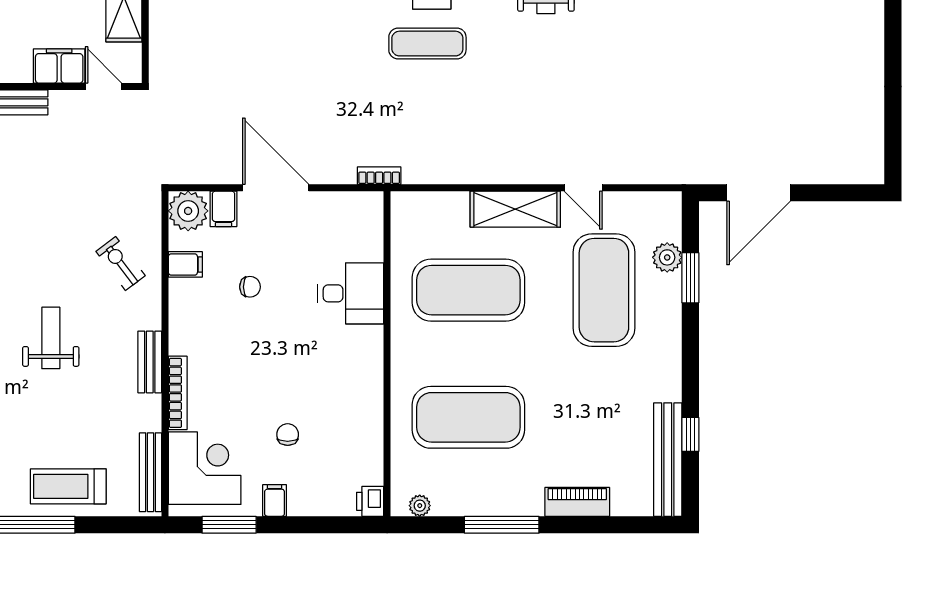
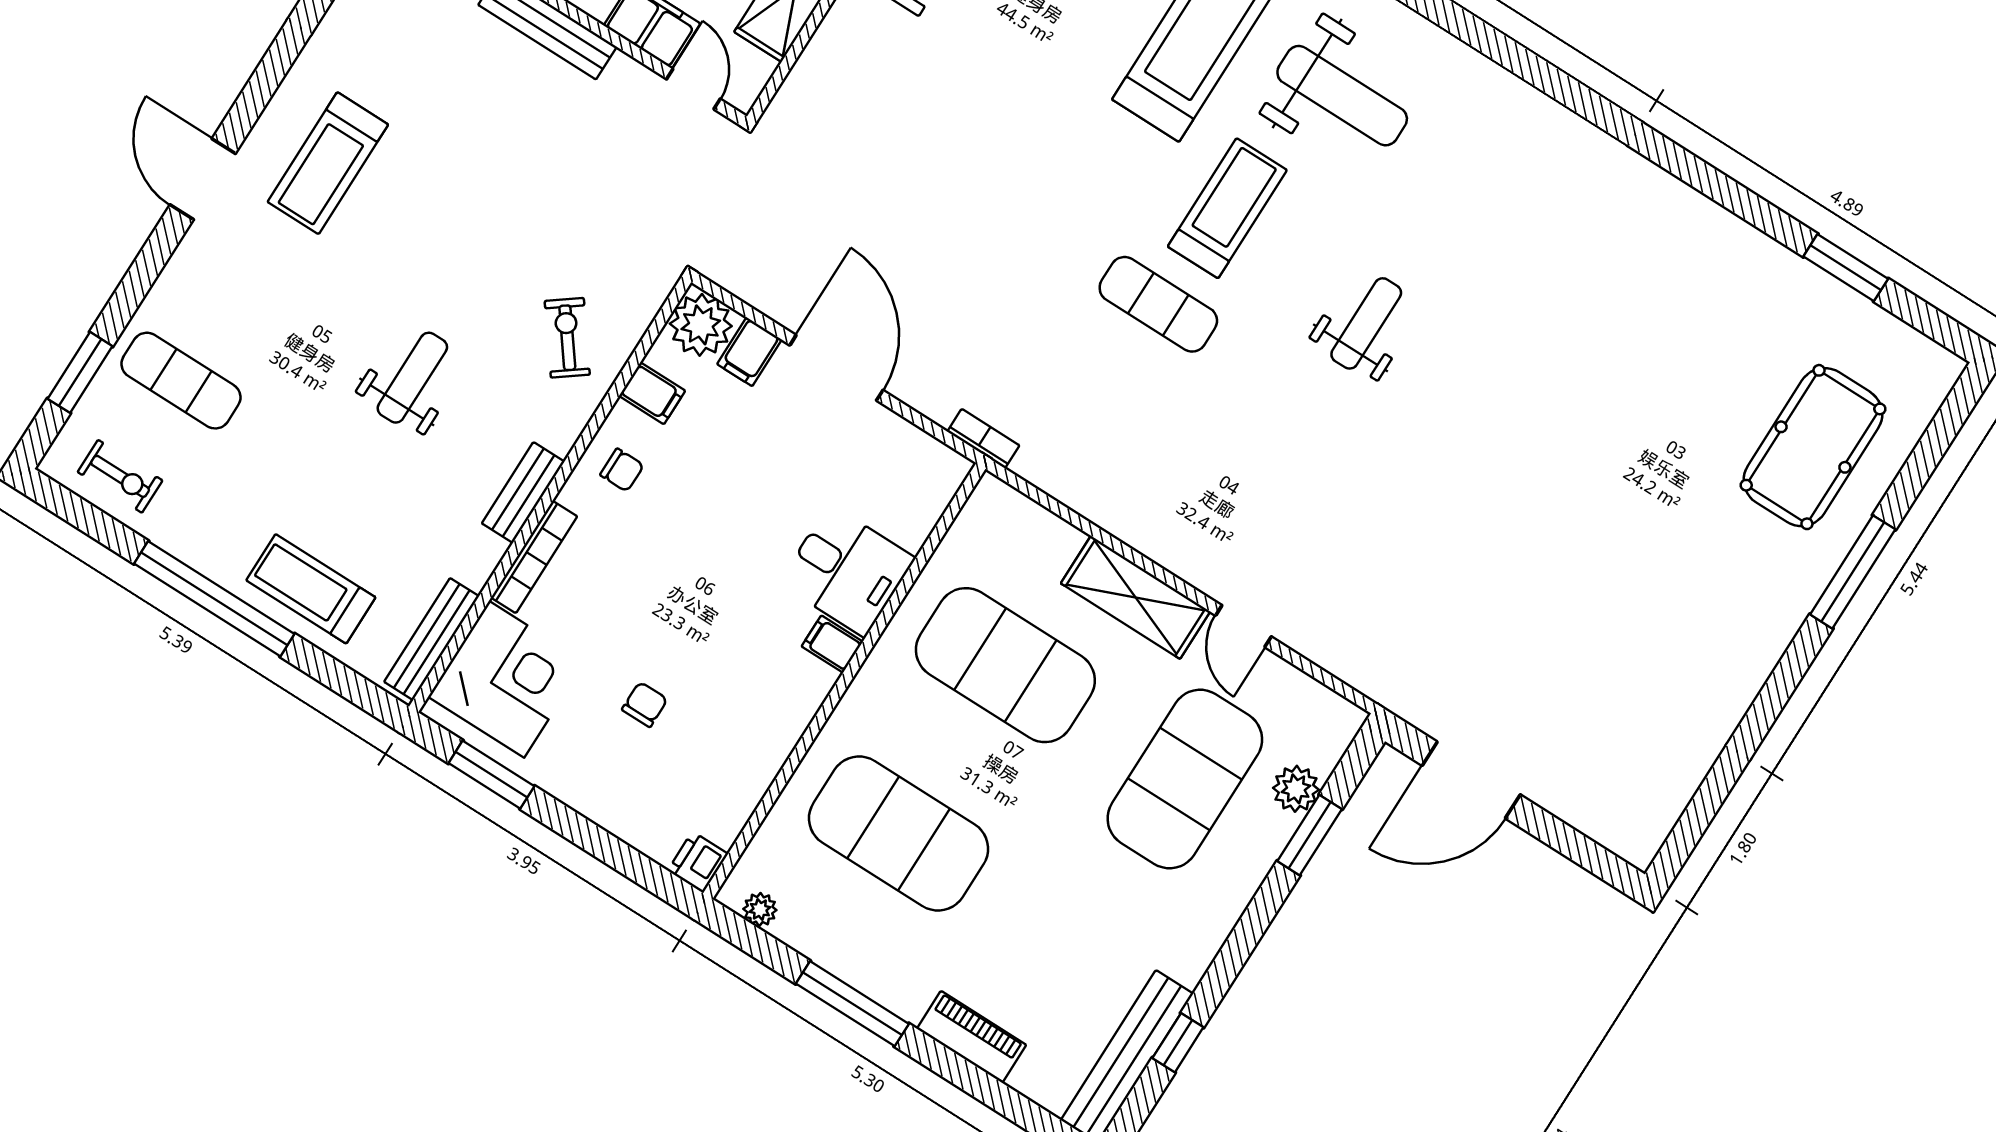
chair: (250, 287) -> (622, 470), moved
filing cabinet: (275, 501) -> (832, 644), moved, turned -90

